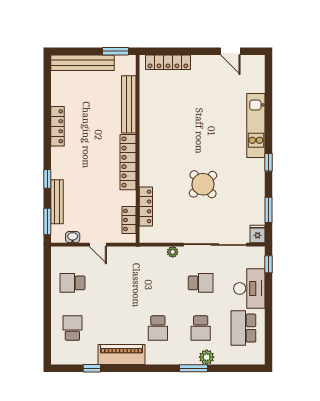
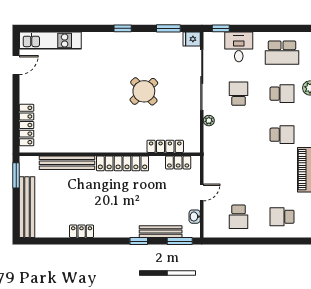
locker: (57, 126) -> (82, 231), width x0.66
kitchen unit: (256, 126) -> (50, 41), moved
desk: (249, 288) -> (239, 47), width x0.73

